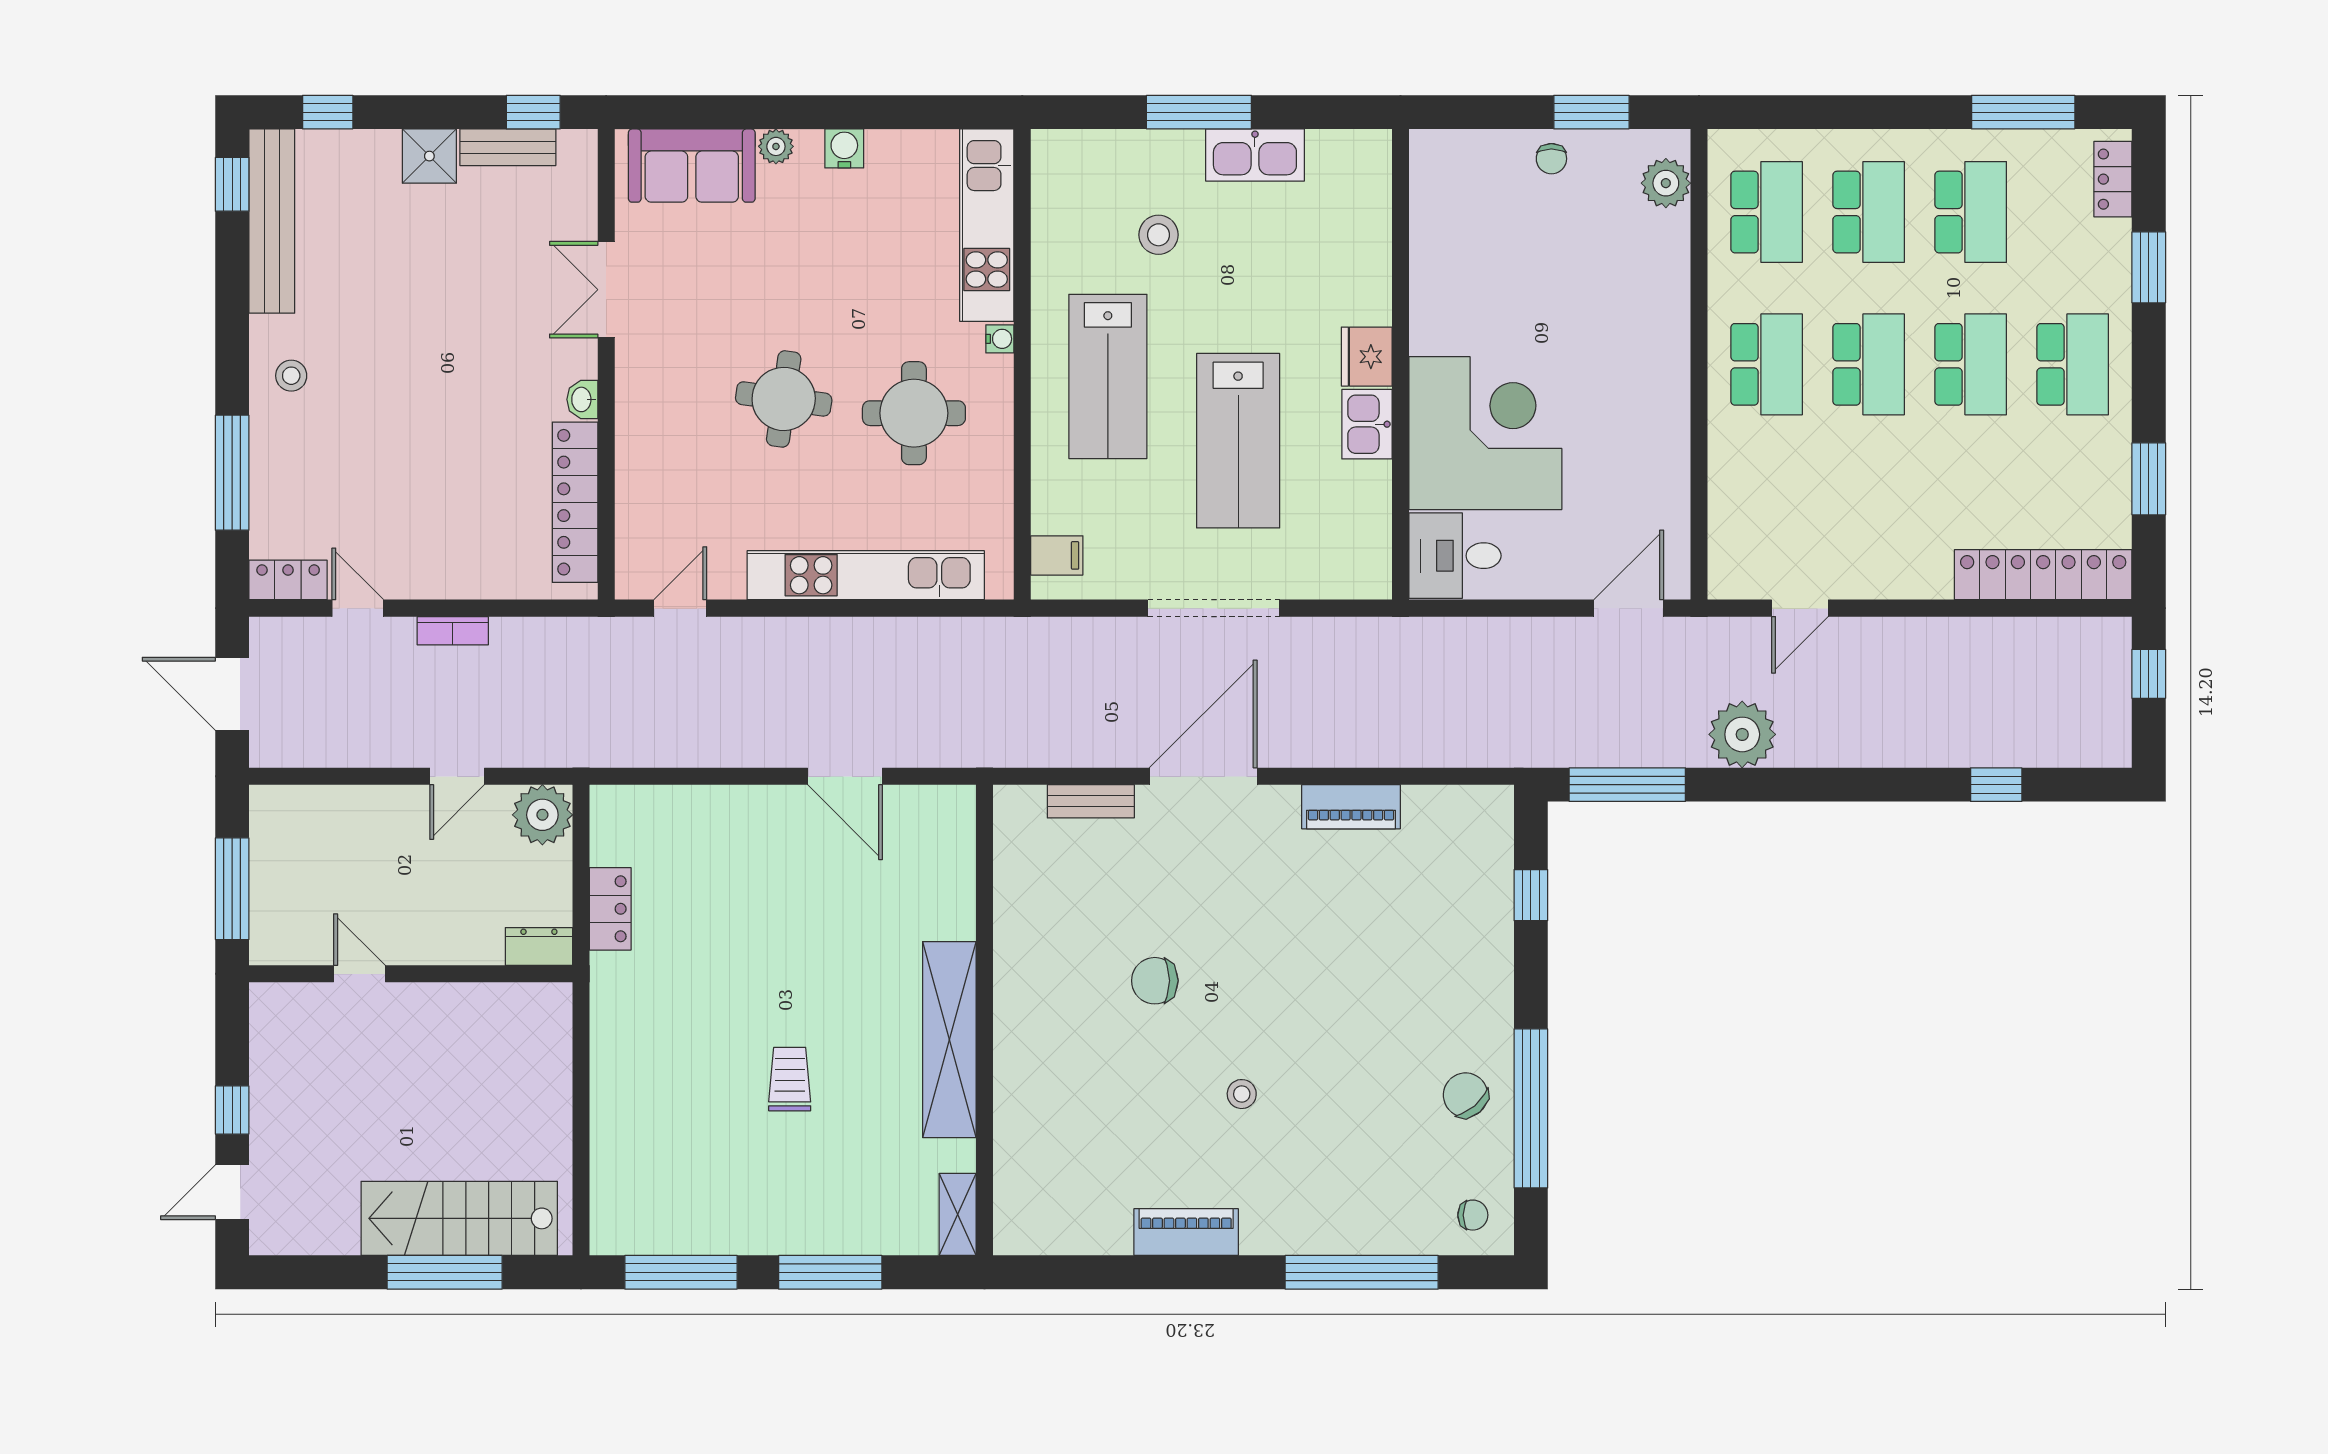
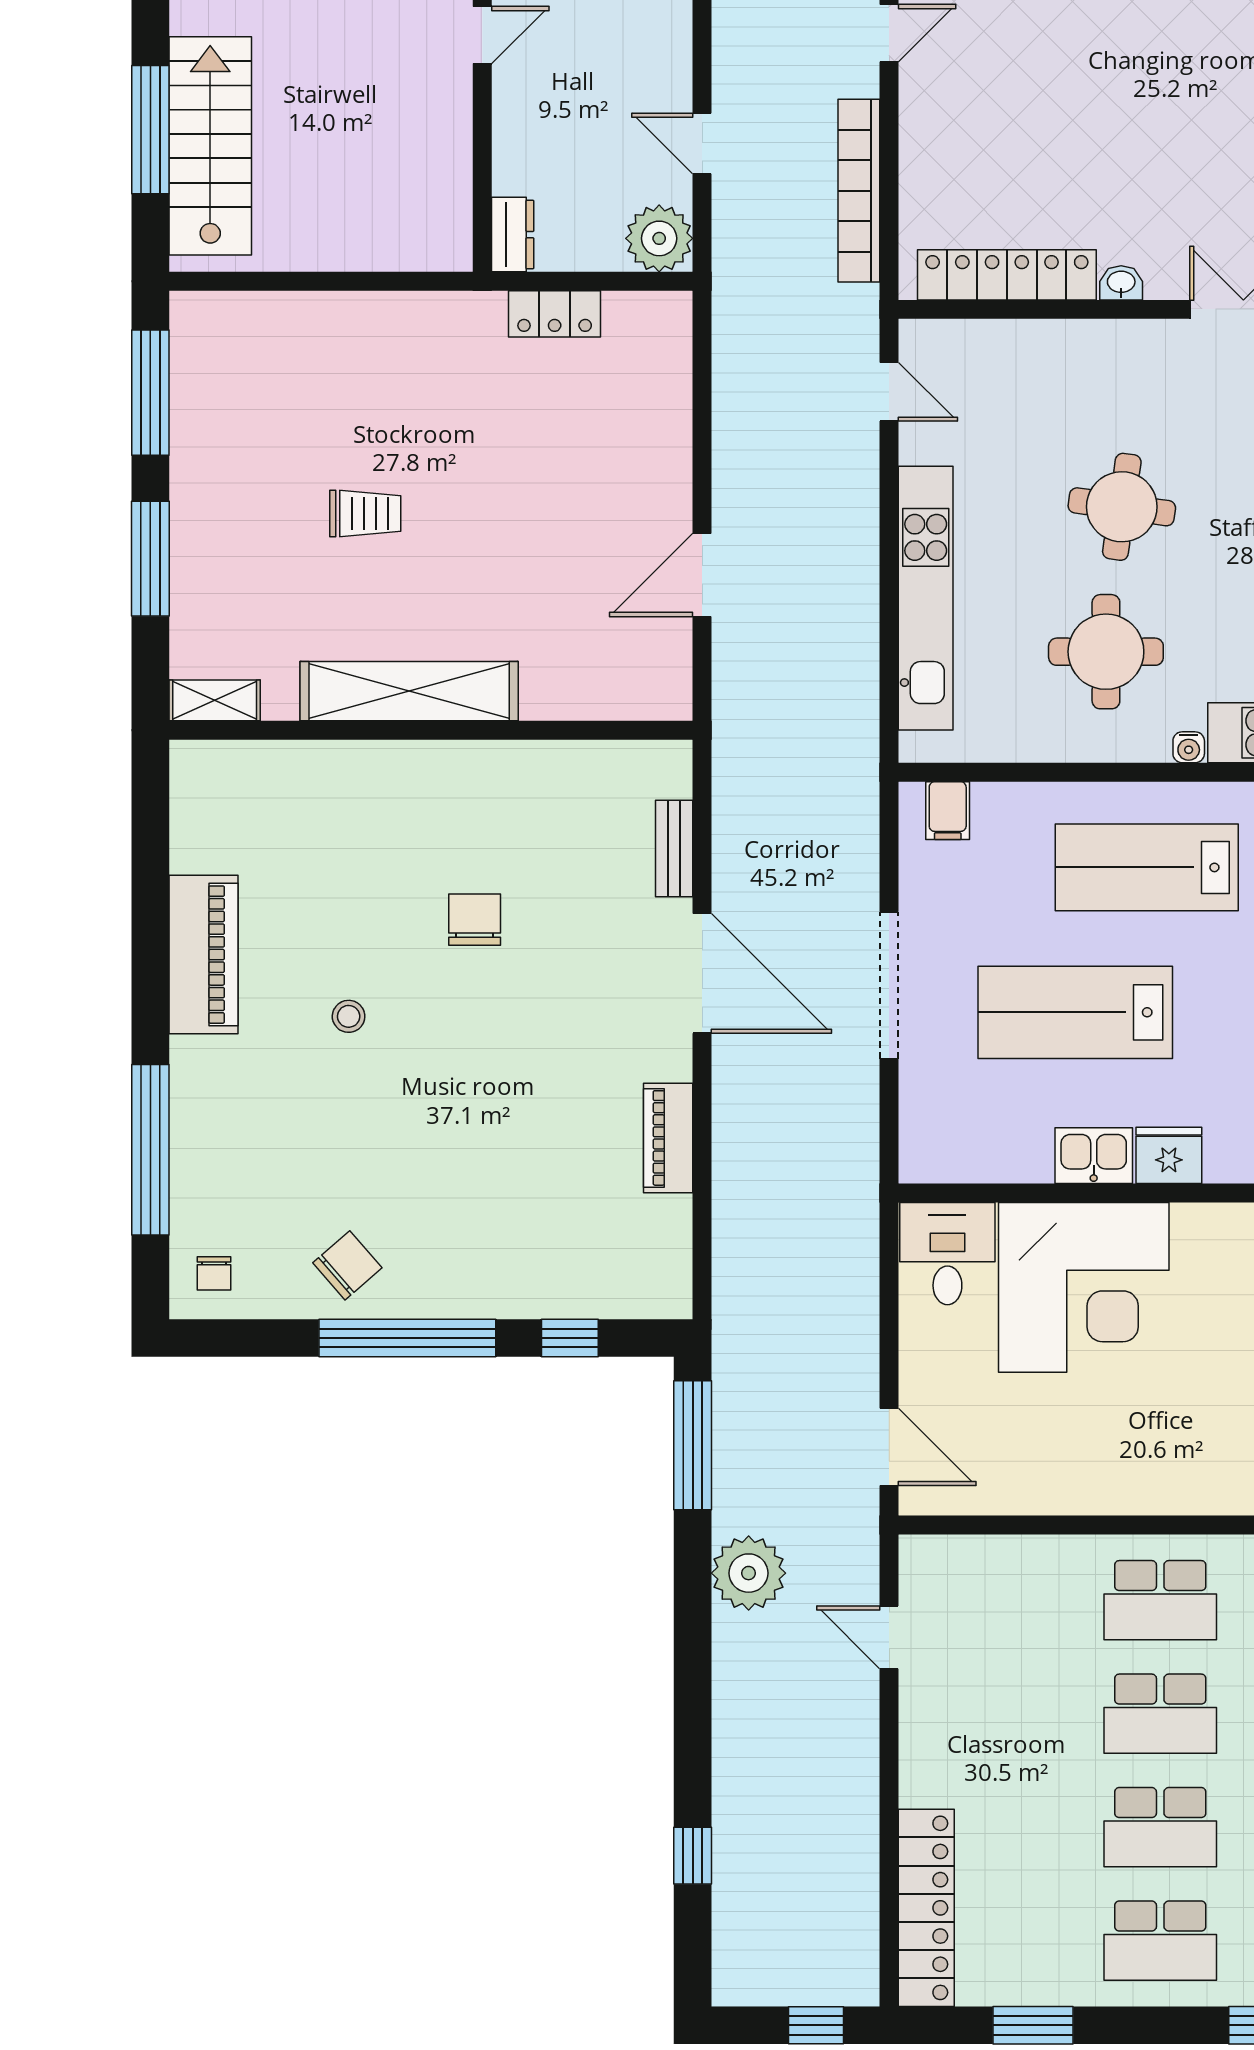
bookcase: (453, 631) -> (859, 191), width x2.31, depth x1.31
window: (1531, 1108) -> (407, 1338), moved
piano: (1186, 1232) -> (204, 955), width x1.37, depth x1.33

